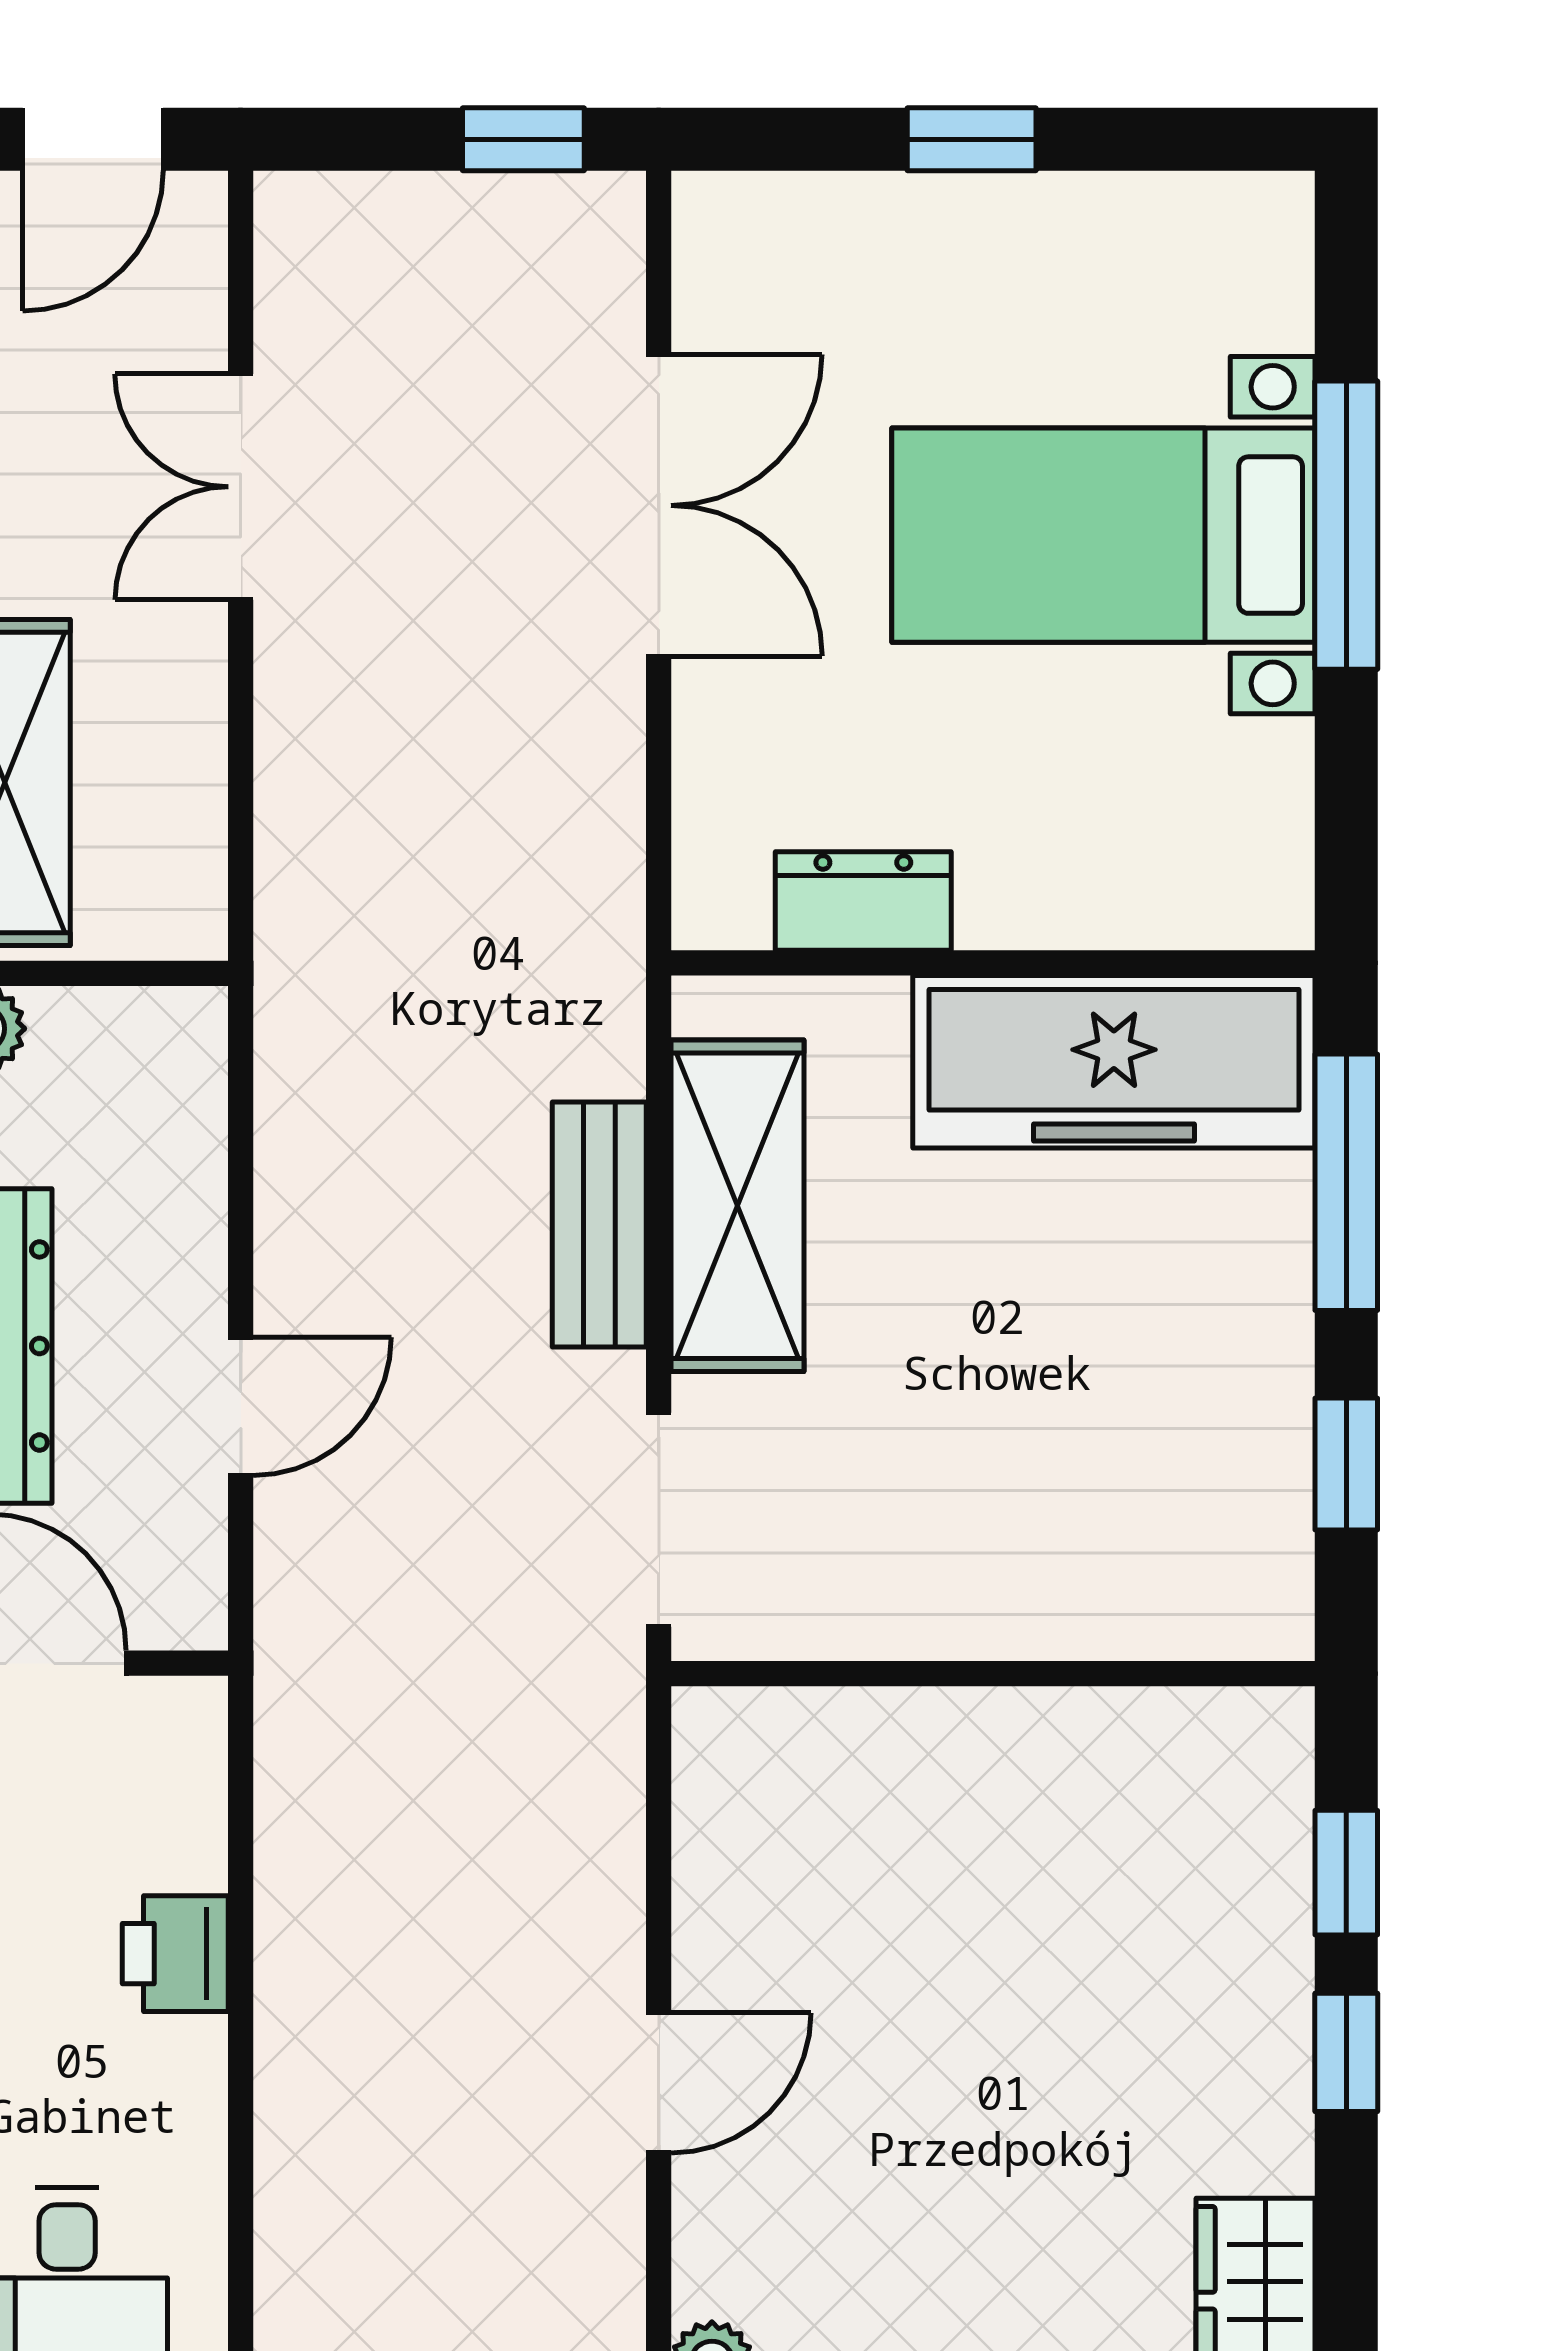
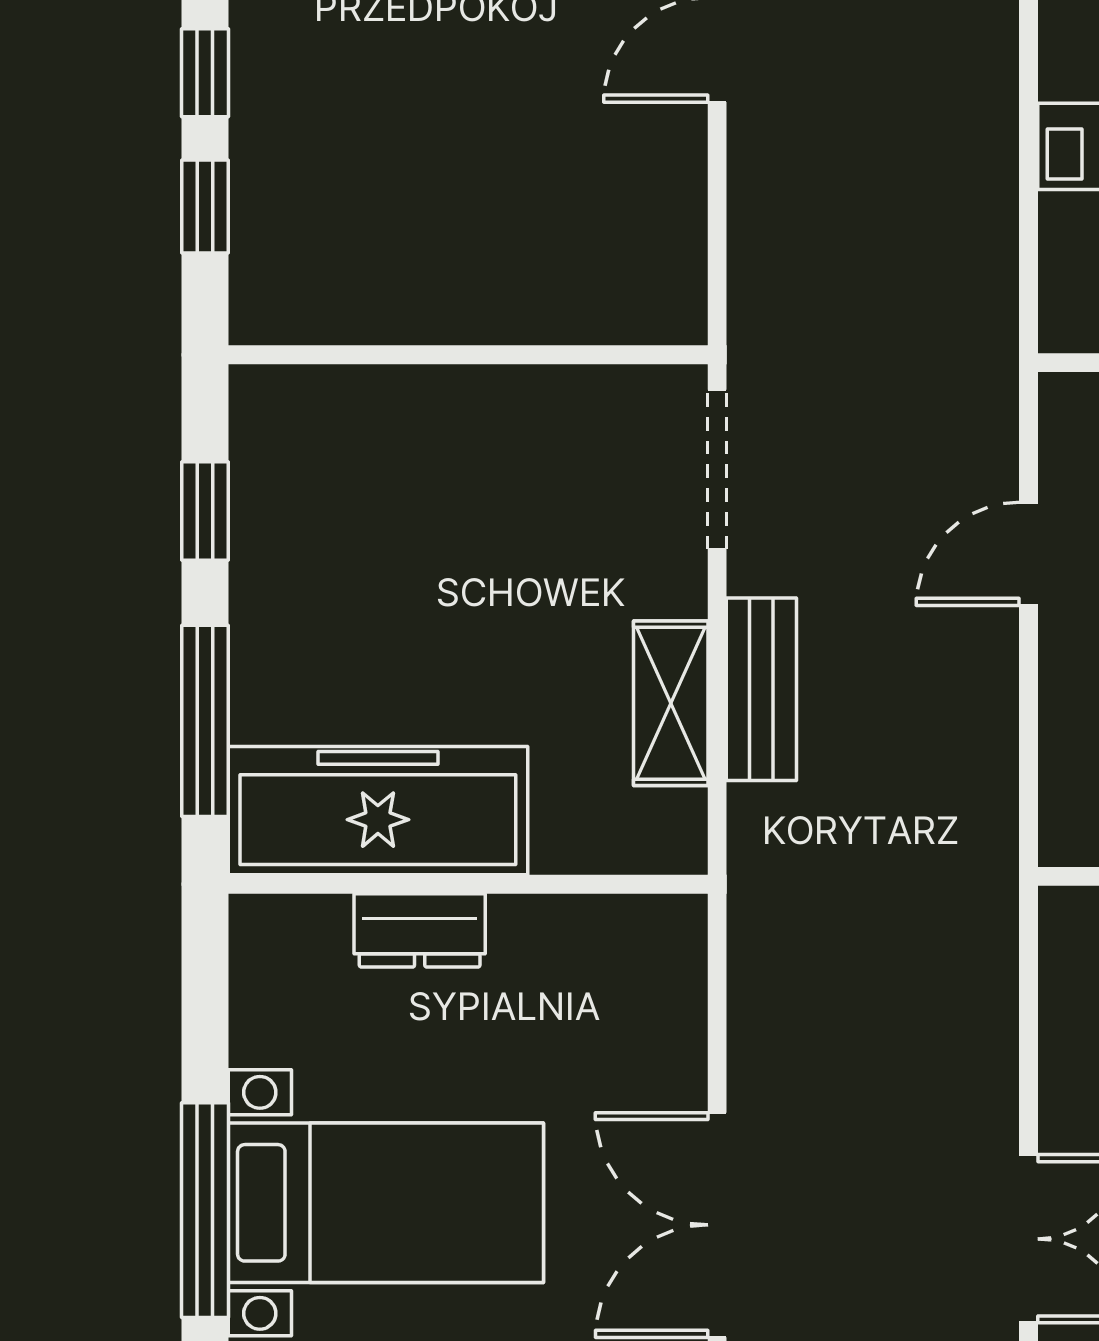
dresser: (863, 901) -> (420, 930), moved
shelving: (738, 1206) -> (671, 703), width x0.67, depth x0.75

